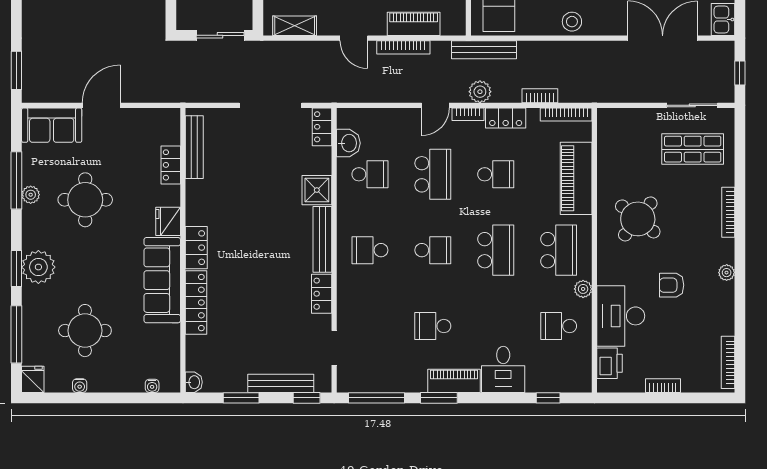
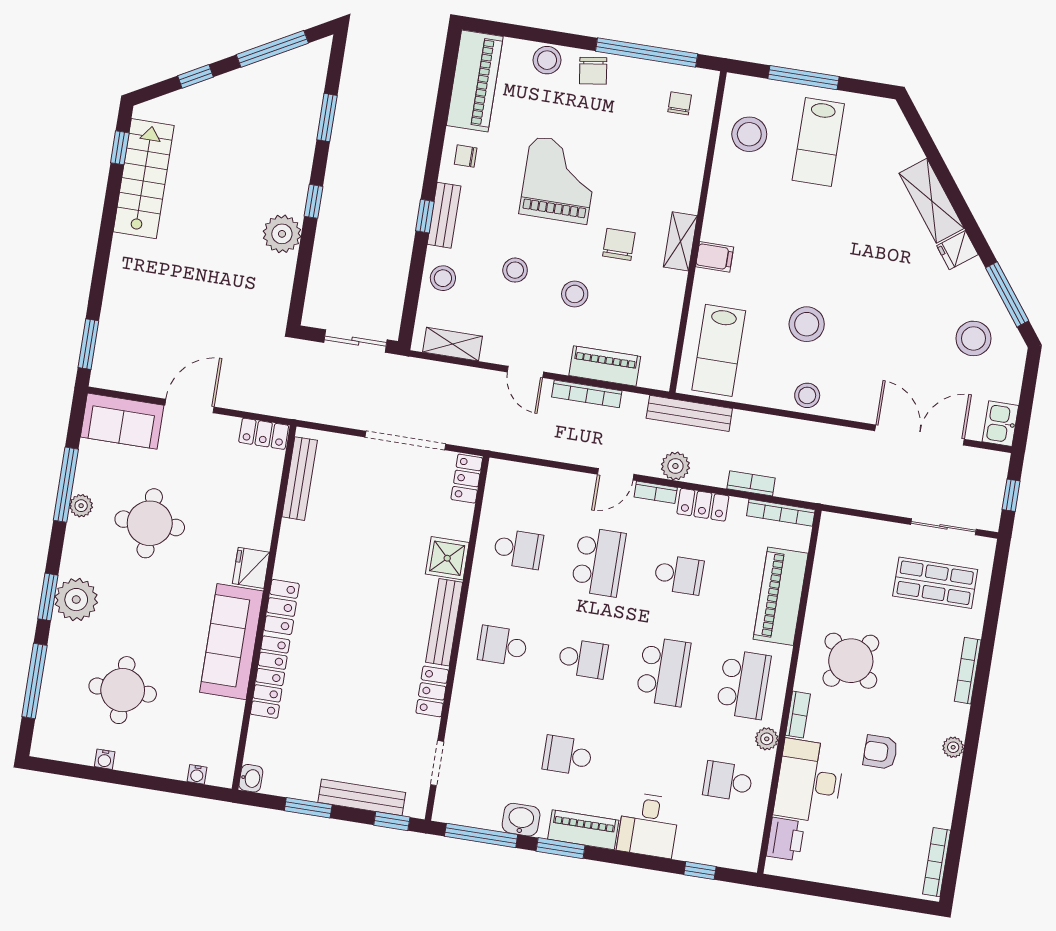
washbasin: (348, 143) -> (521, 820), moved, turned -90
locker: (171, 165) -> (264, 434), moved, turned -90
fridge: (33, 379) -> (46, 742), removed
bookcase: (663, 386) -> (798, 715), moved, turned 90

